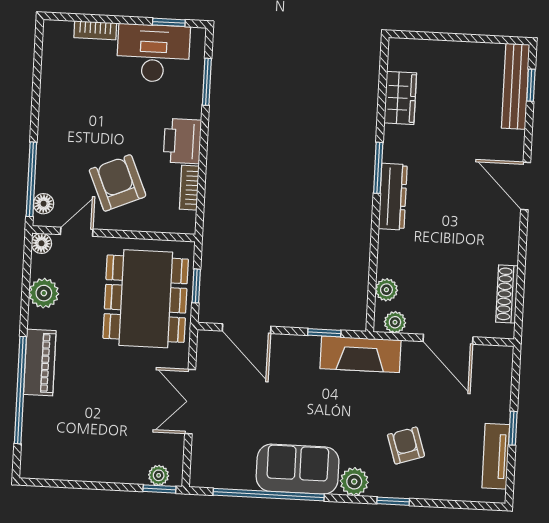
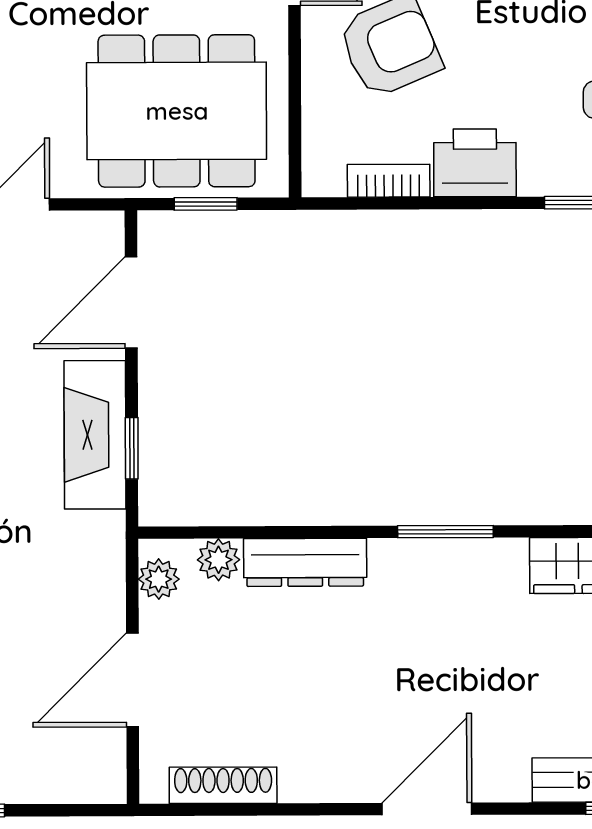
dresser: (393, 197) -> (305, 562), moved
fireplace: (360, 354) -> (95, 435), moved

